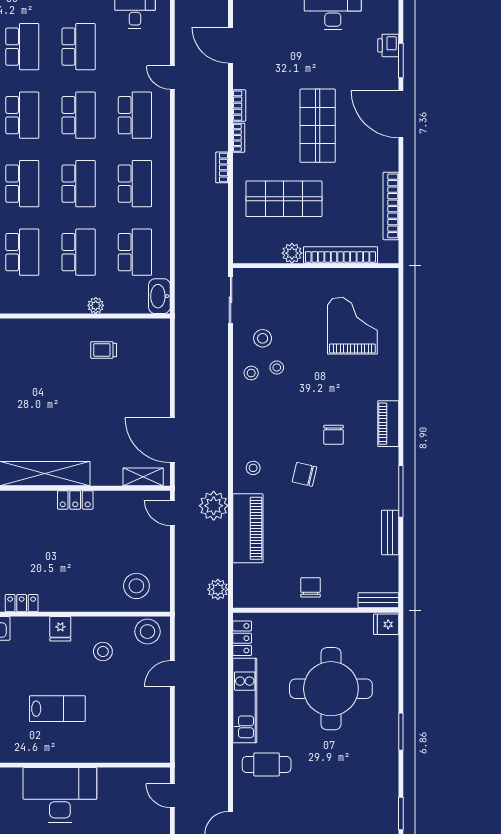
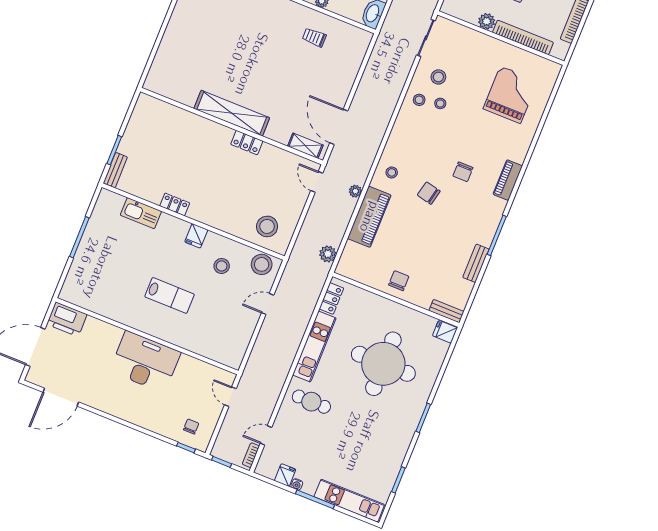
plant: (214, 506) -> (355, 191), width x0.53, depth x0.53

